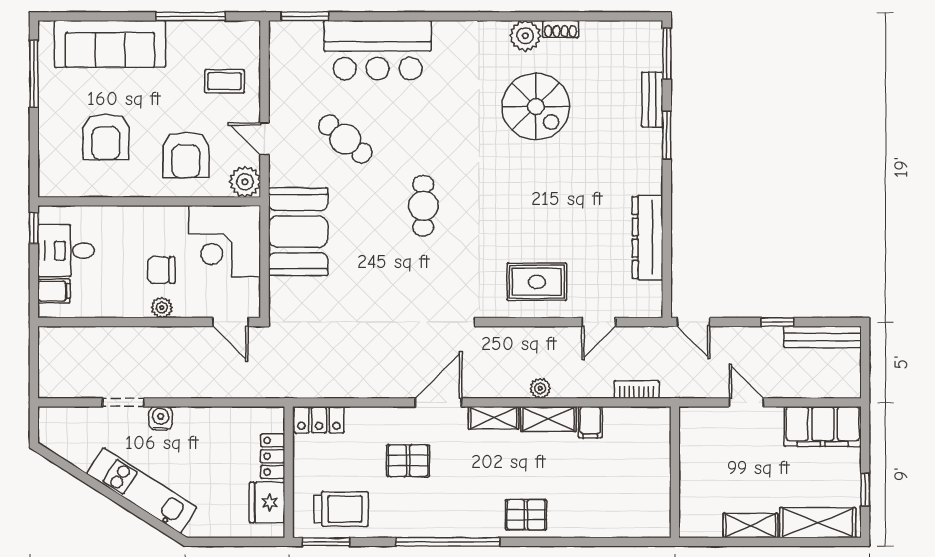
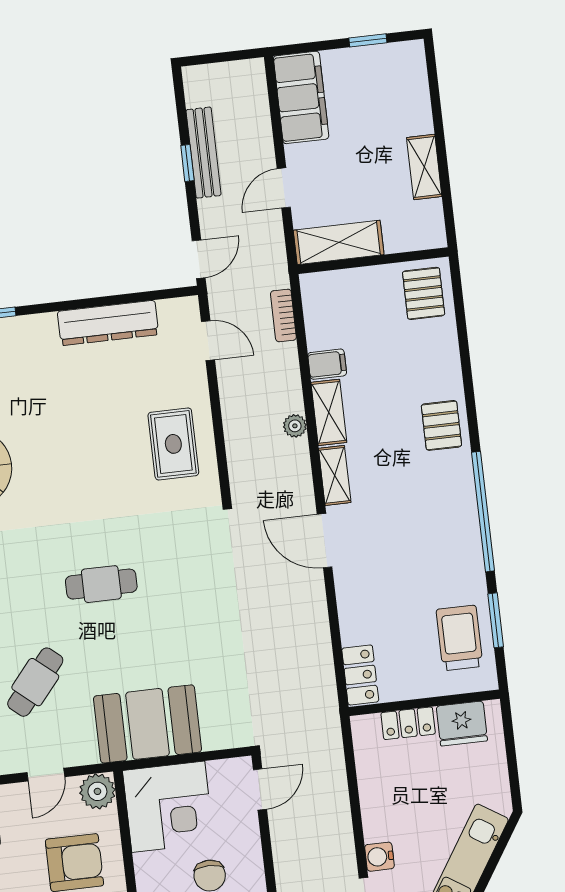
plant: (162, 308) -> (253, 870), removed
door: (599, 322) -> (208, 341), moved
bench: (822, 337) -> (204, 153), moved
pallet: (408, 461) -> (424, 293), moved
shelving: (818, 523) -> (339, 242), moved, turned 90
window: (326, 542) -> (496, 620), moved

